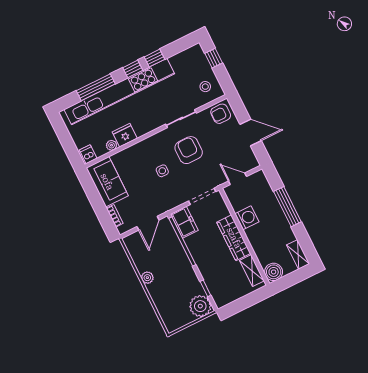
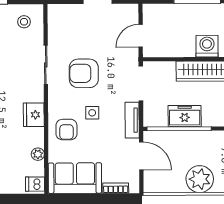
armchair: (221, 114) -> (66, 130), moved
fridge: (125, 135) -> (34, 115), moved
tv unit: (171, 203) -> (132, 120), added
washing machine: (247, 218) -> (207, 46), moved
freezer: (184, 222) -> (185, 116), moved
plant: (147, 278) -> (200, 179), width x1.88, depth x1.88

